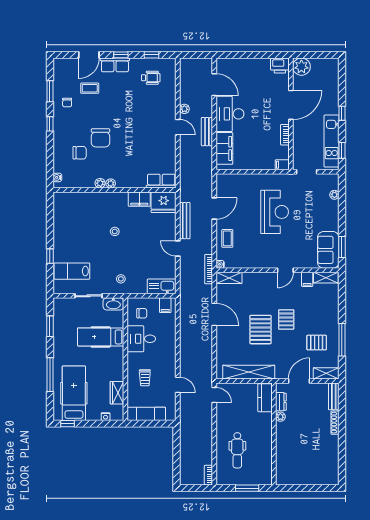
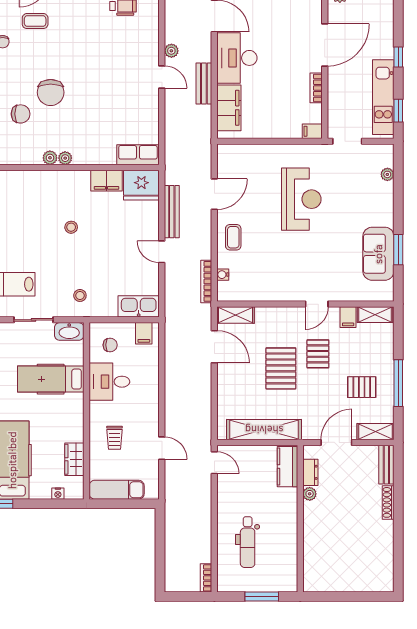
wall: (278, 270) -> (305, 304), moved
door: (285, 270) -> (317, 304), moved
shelving: (229, 278) -> (236, 315), moved
shelving: (326, 278) -> (375, 315), moved
filing cabinet: (307, 279) -> (348, 317), moved

